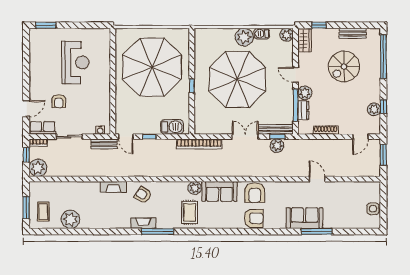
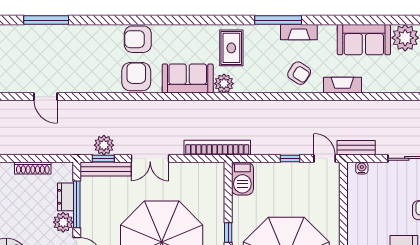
barbecue: (172, 127) -> (242, 179), moved, turned -90
sofa: (305, 218) -> (364, 40), moved

